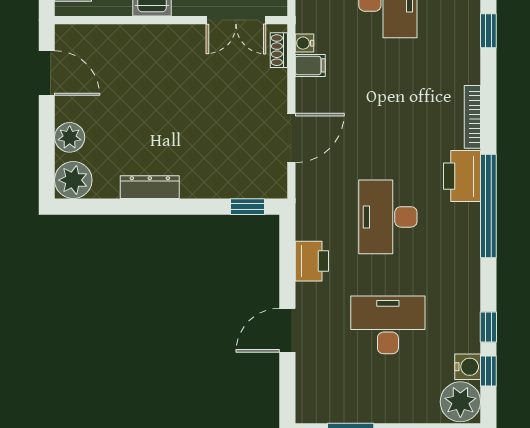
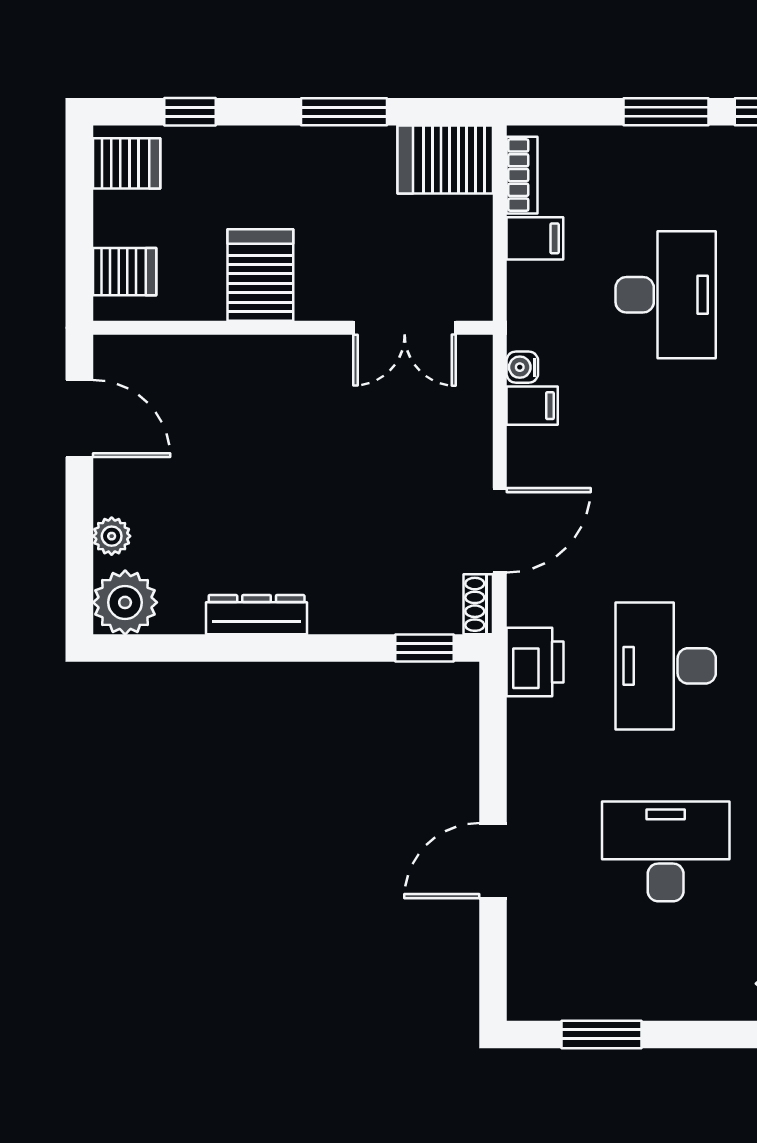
shoe rack: (279, 50) -> (478, 604), moved
plant: (70, 137) -> (112, 536), width x0.73, depth x0.73
printer: (312, 261) -> (535, 662), moved

